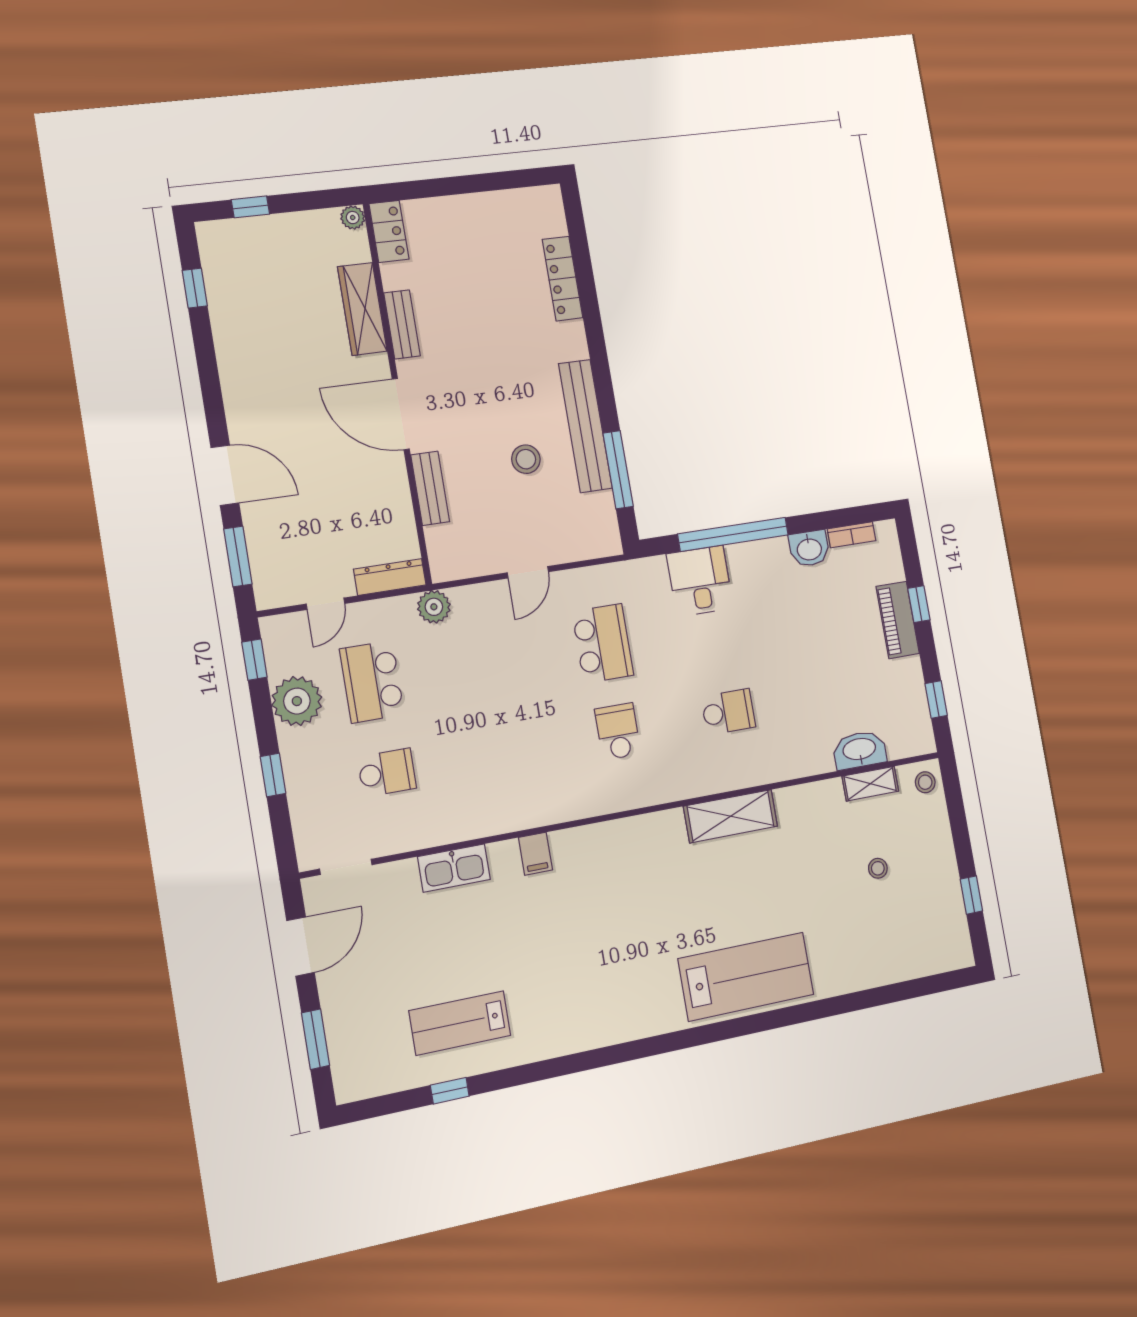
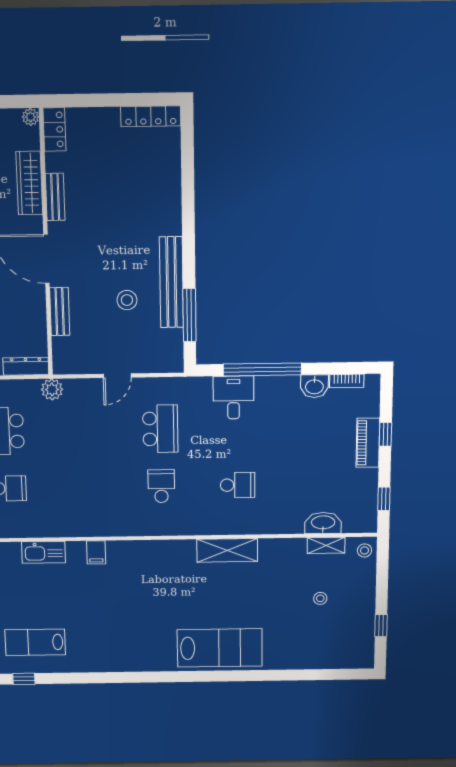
locker: (562, 279) -> (151, 116), moved, turned -90

